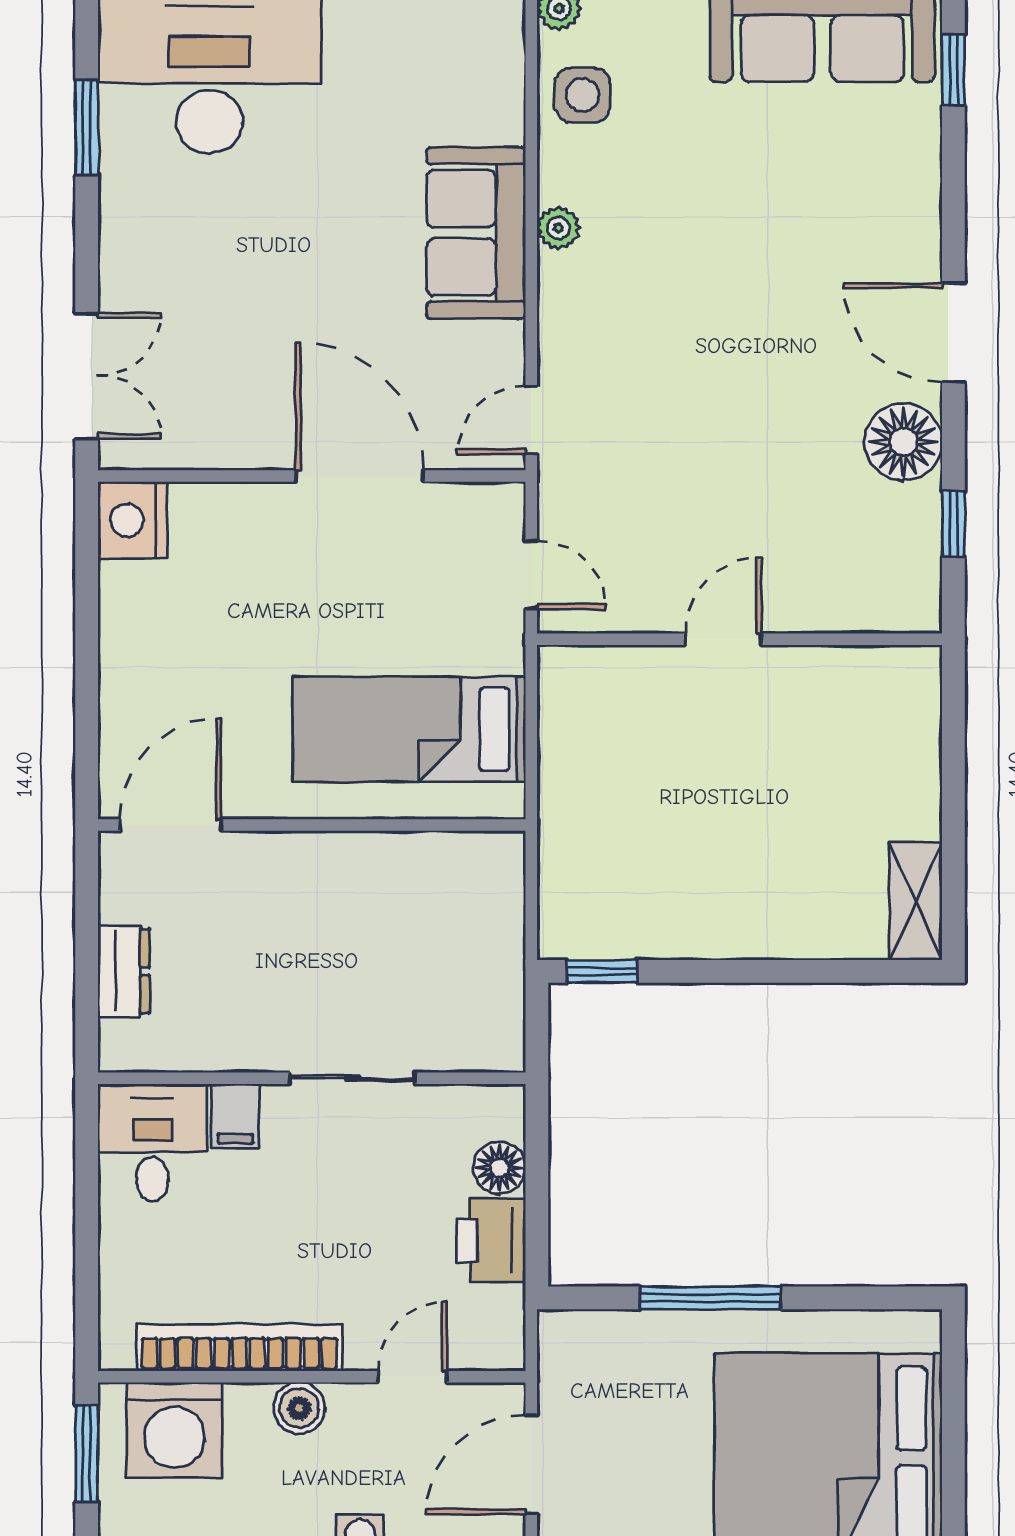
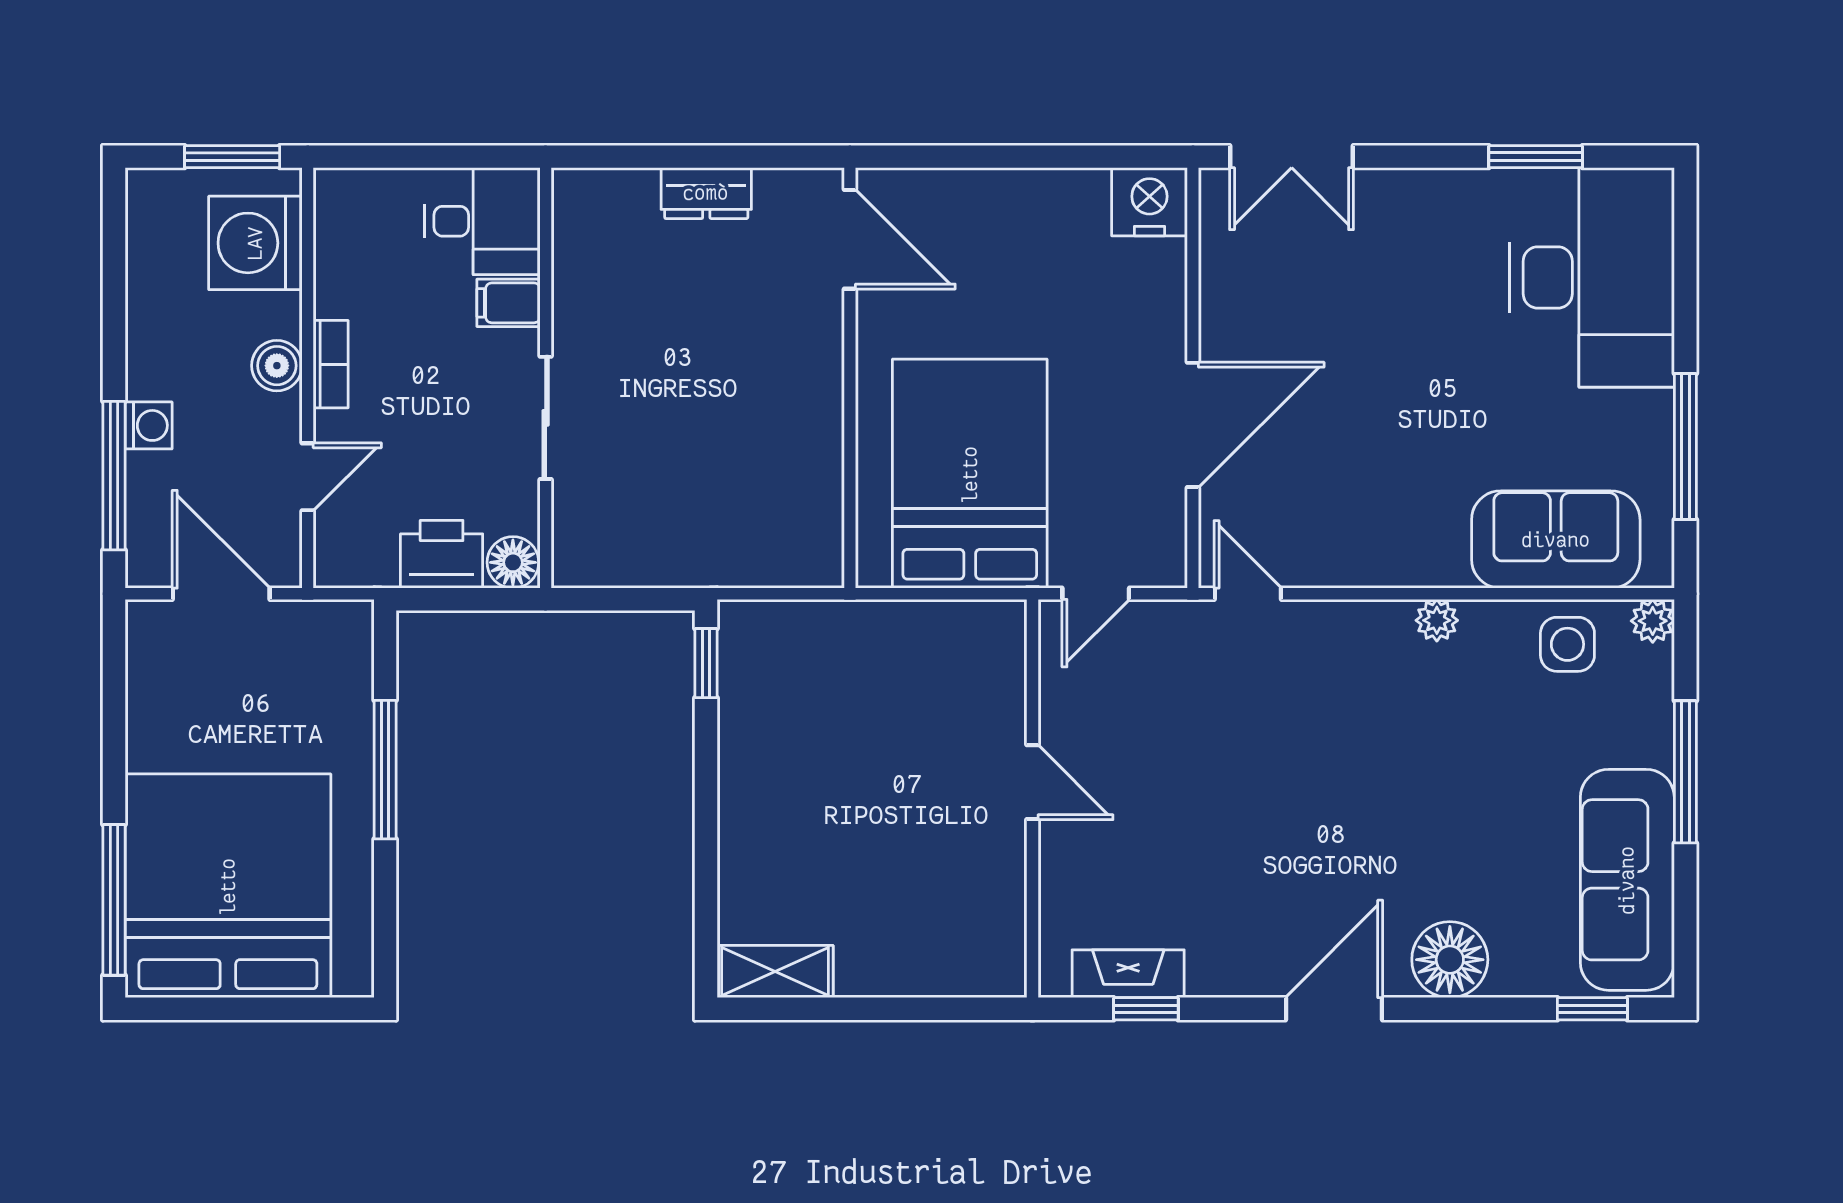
sofa: (476, 233) -> (1556, 540), moved
floor lamp: (904, 442) -> (1450, 960), moved
fireplace: (918, 542) -> (1128, 974), added
bed: (409, 729) -> (970, 474), width x1.50
wall: (312, 1078) -> (546, 378), moved
sliding door: (352, 1078) -> (546, 418), moved
filing cabinet: (235, 1116) -> (508, 303), moved
desk: (152, 1143) -> (482, 221), moved
bookcase: (239, 1348) -> (331, 364), width x0.43, depth x0.76
door: (412, 1377) -> (308, 477), hinge flipped

